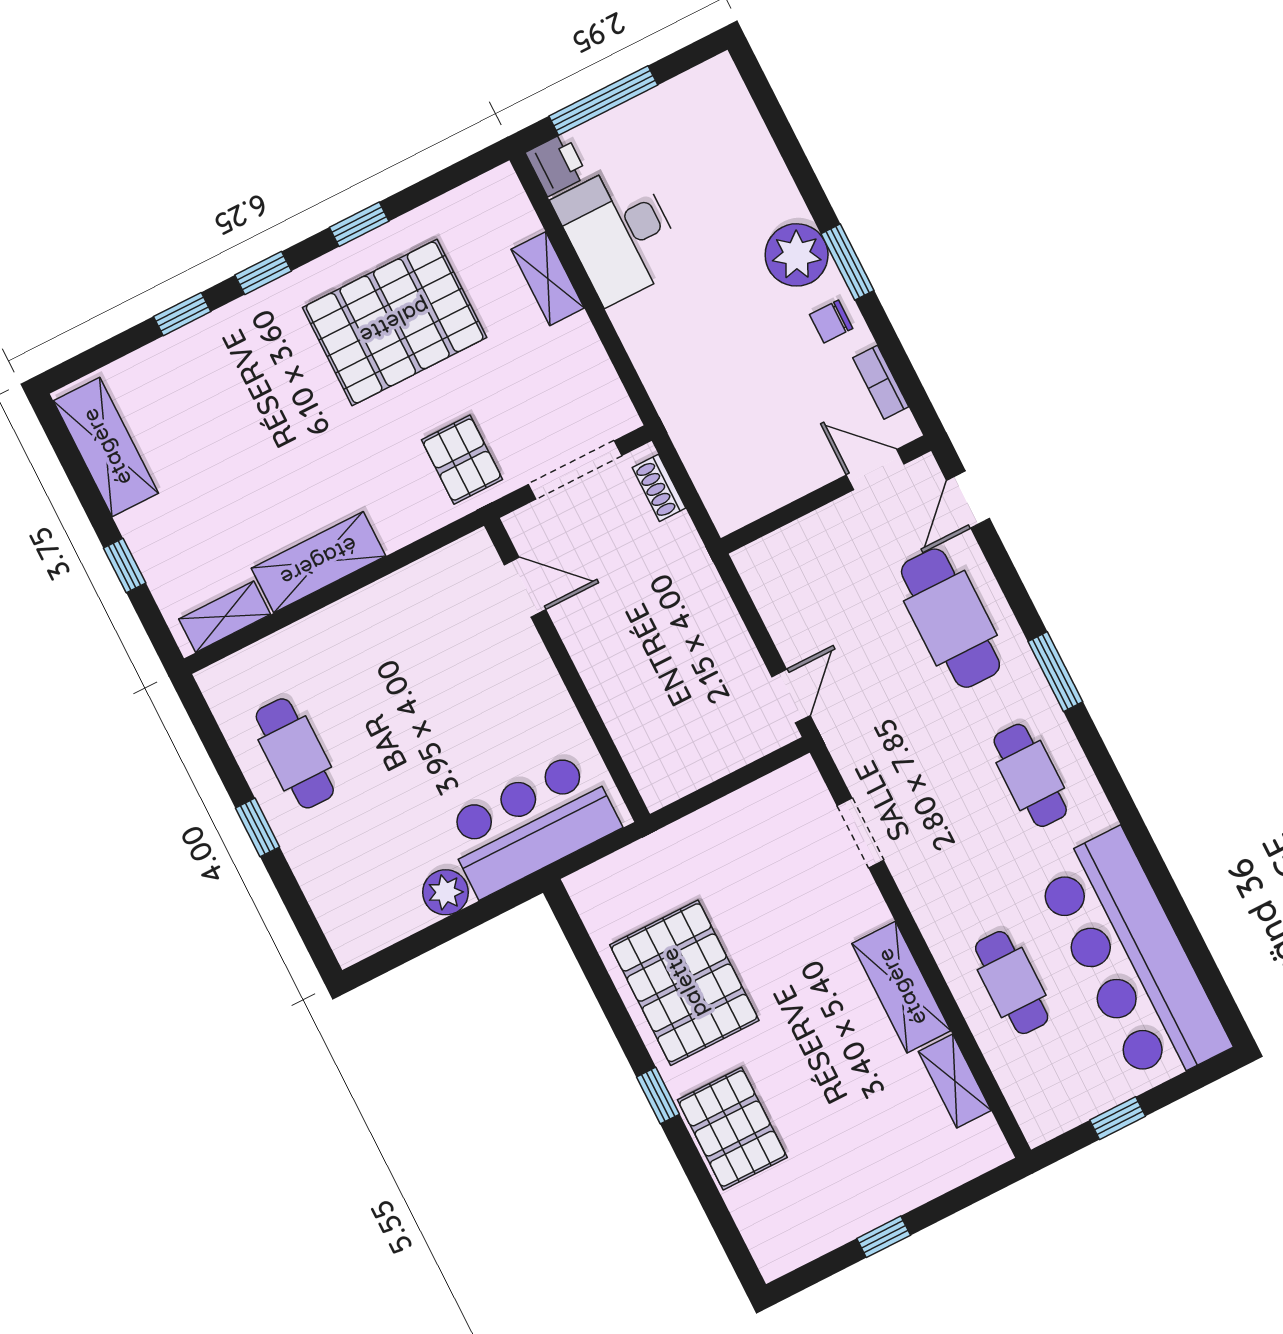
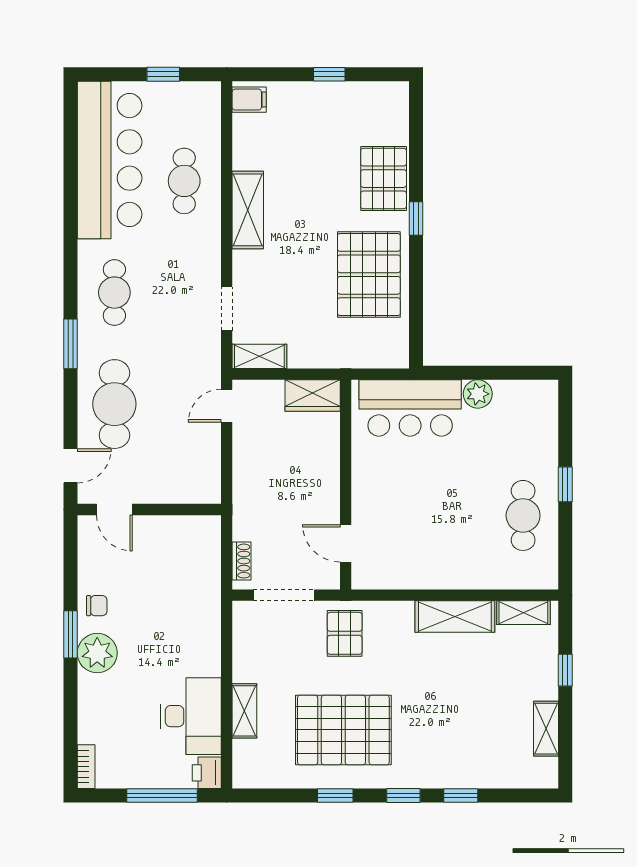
bookcase: (881, 382) -> (86, 767), moved
shelving: (106, 447) -> (546, 729), width x0.67, depth x0.75
wardrobe: (677, 772) -> (313, 396), added
shelving: (955, 1081) -> (259, 356), moved, turned 90
filing cabinet: (978, 1144) -> (249, 100), added

